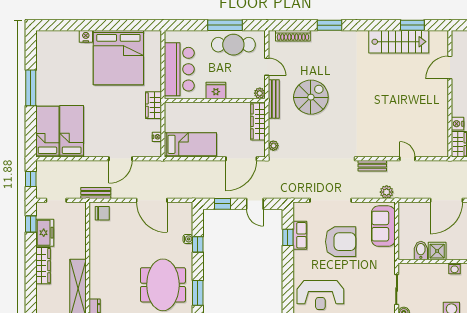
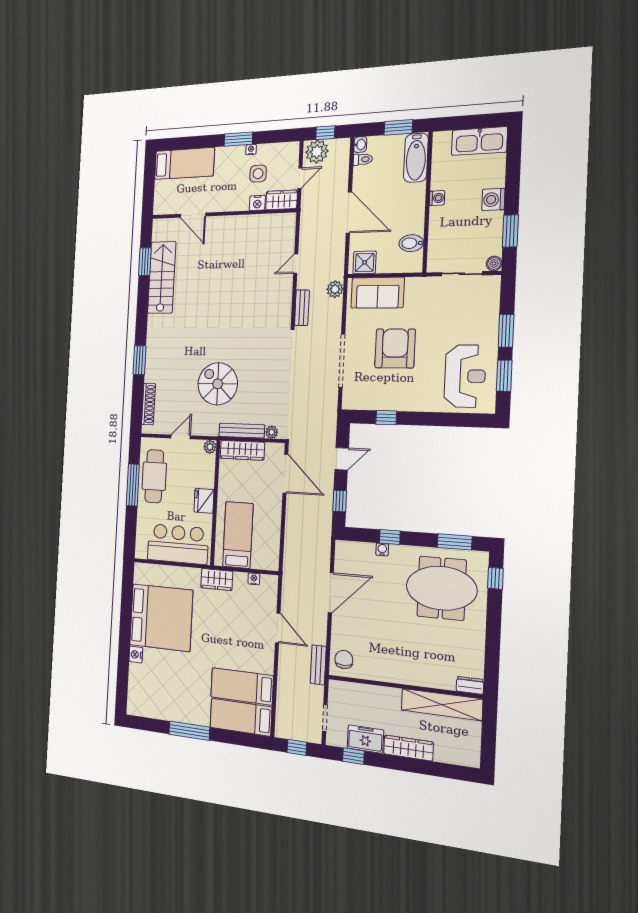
bench: (274, 99) -> (242, 431), moved
bed: (190, 144) -> (238, 535), moved
row of seats: (300, 235) -> (384, 402), removed
shower: (437, 251) -> (365, 262), moved

